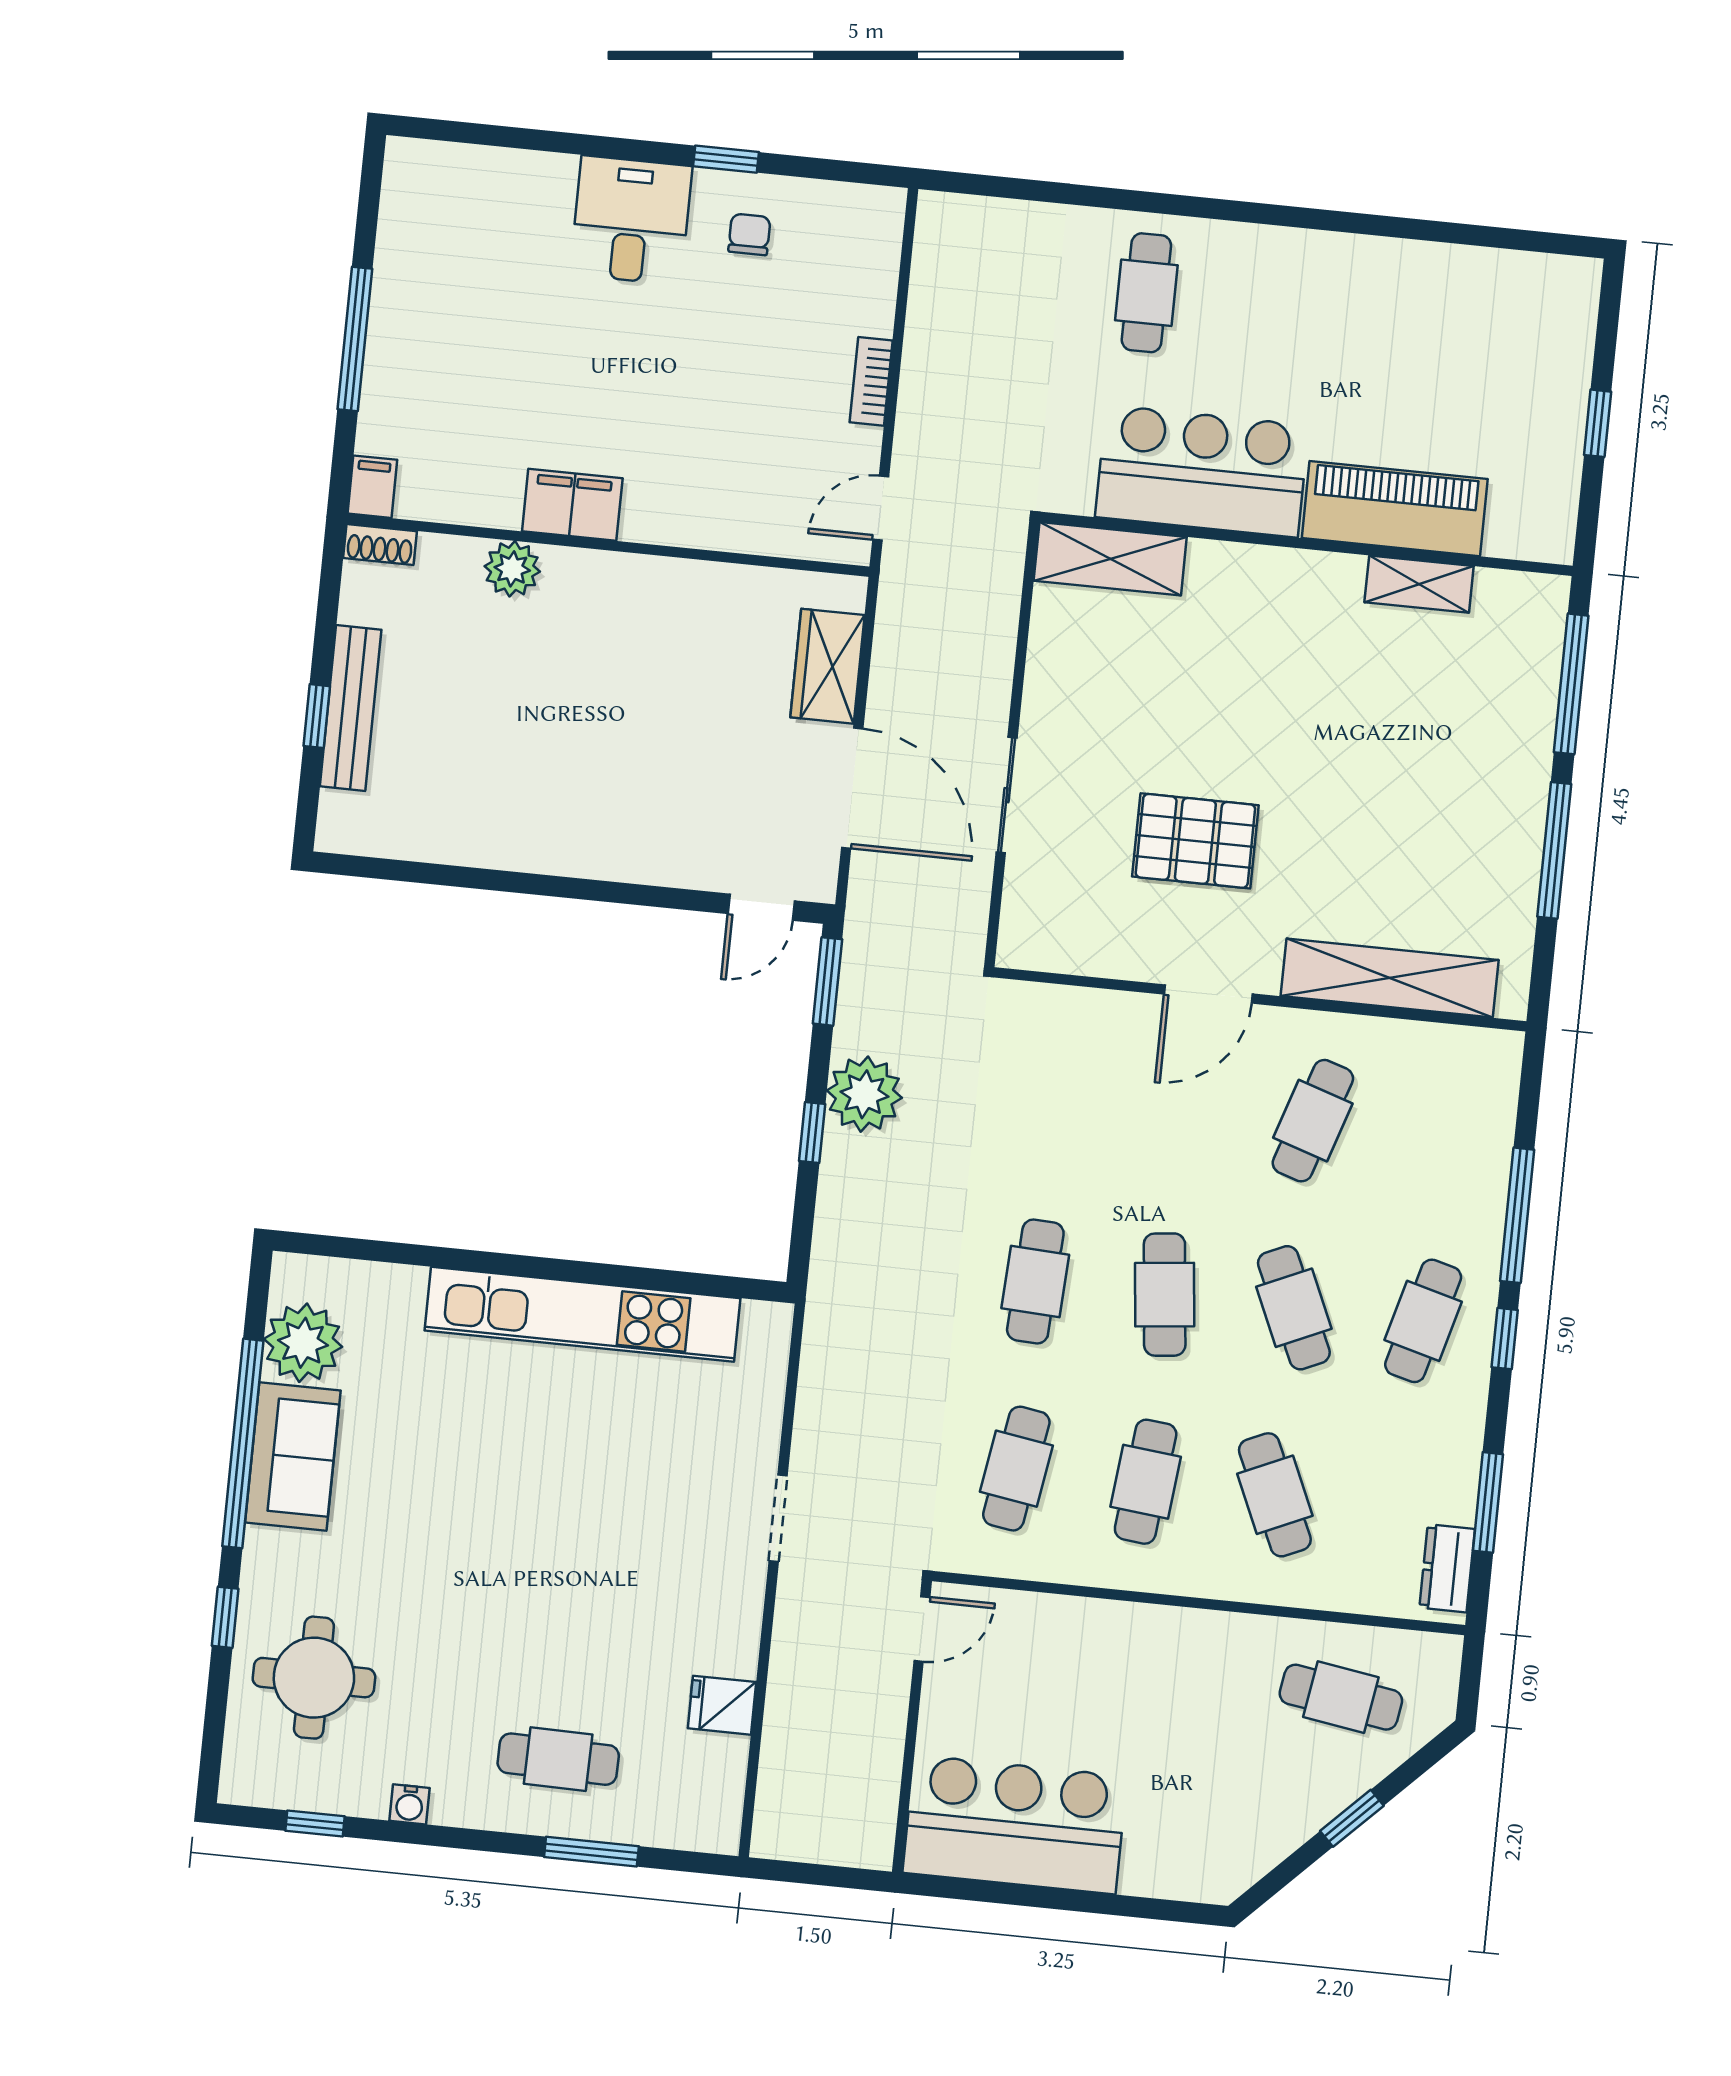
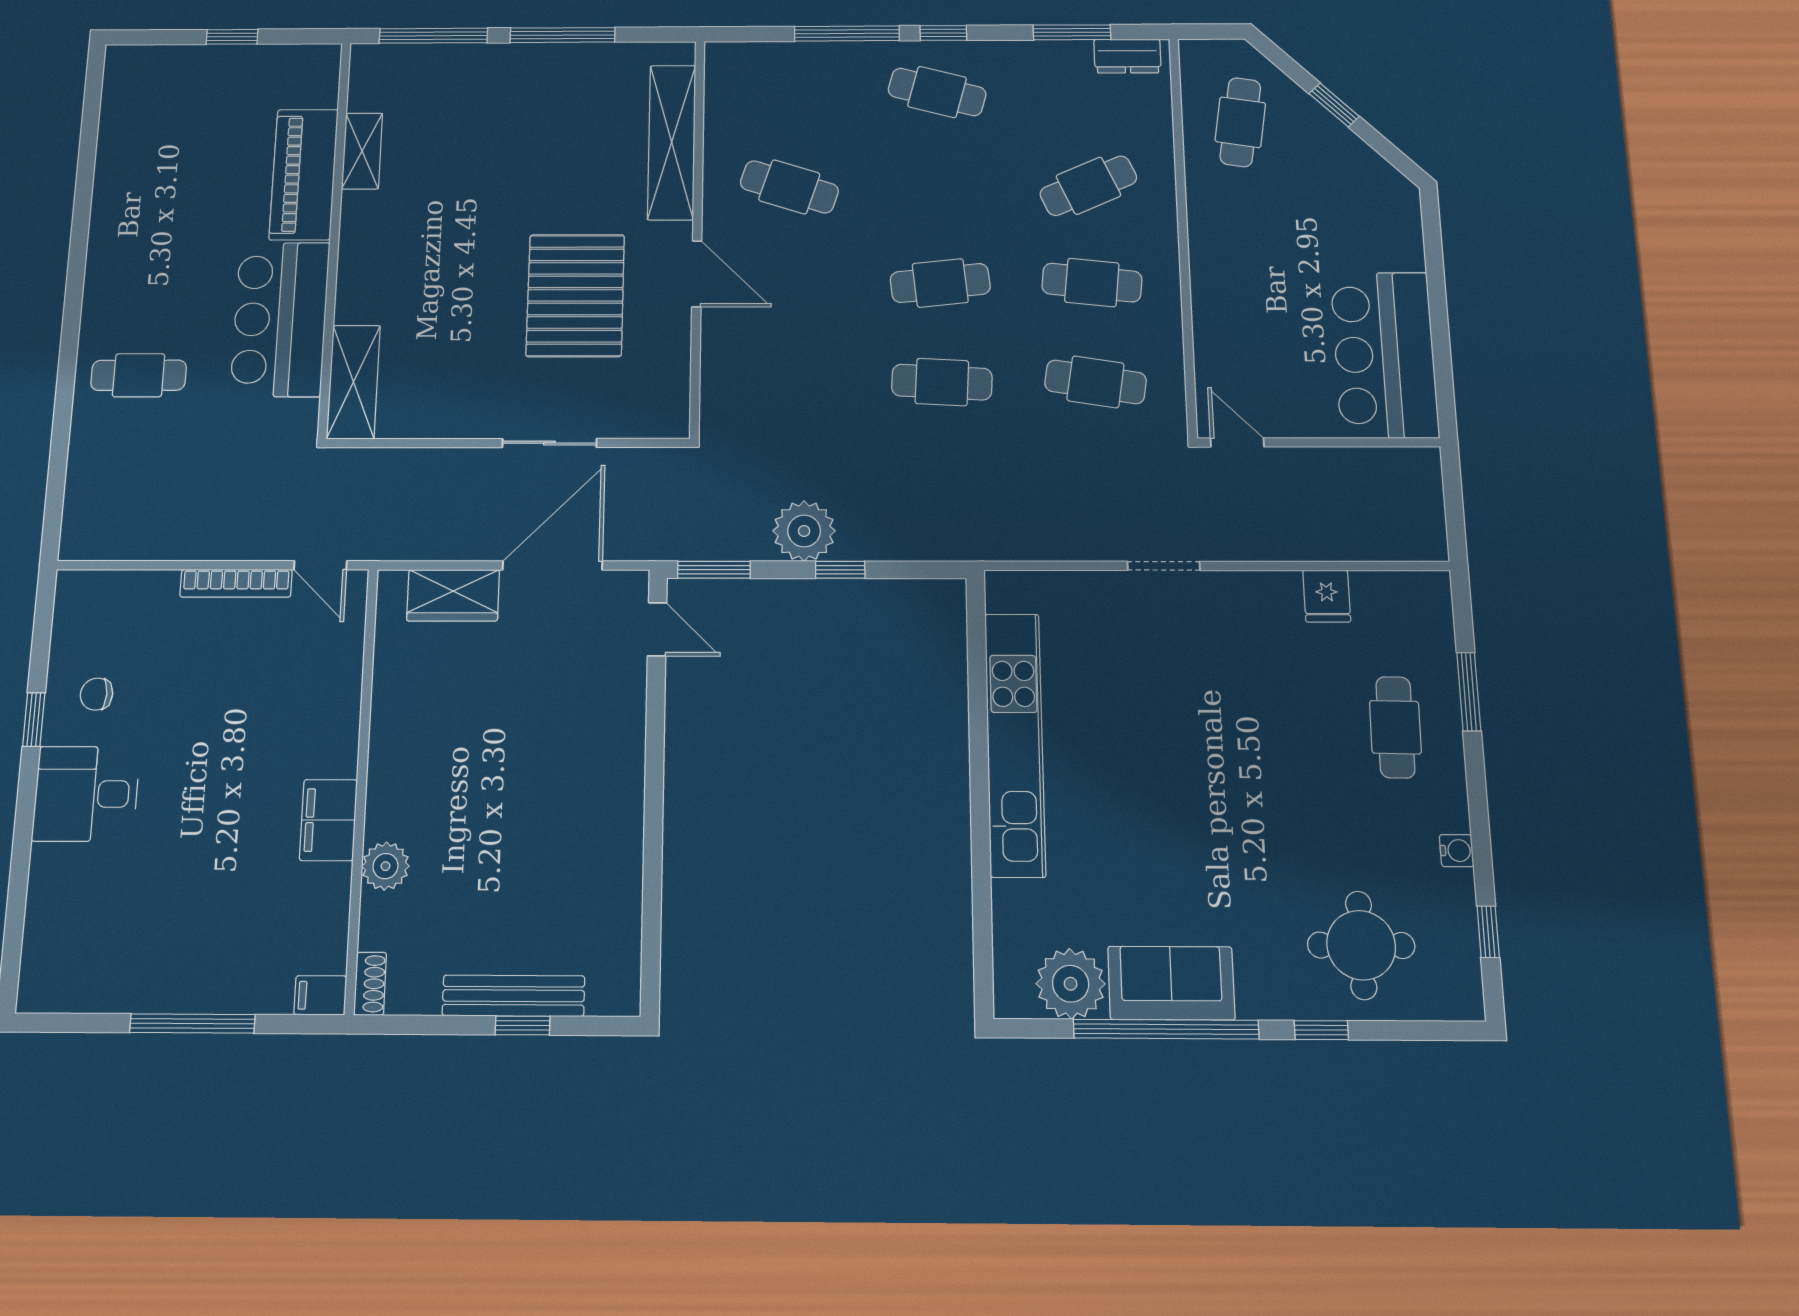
bookcase: (871, 381) -> (236, 583), width x1.56
pallet: (1195, 841) -> (575, 295), width x1.37, depth x1.41
cafe table: (1294, 1308) -> (939, 186), removed

